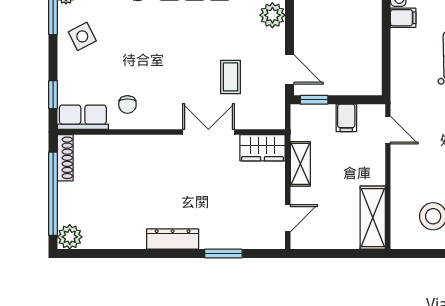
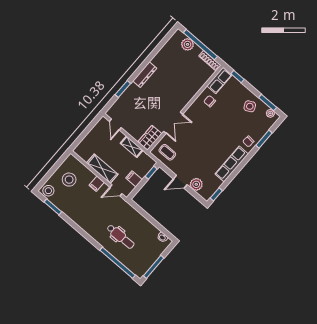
filing cabinet: (403, 18) -> (97, 184), moved
door: (289, 69) -> (180, 182), moved
coffee table: (230, 77) -> (167, 152), moved
shelving: (373, 218) -> (102, 169), moved
plant: (70, 237) -> (188, 44), moved

